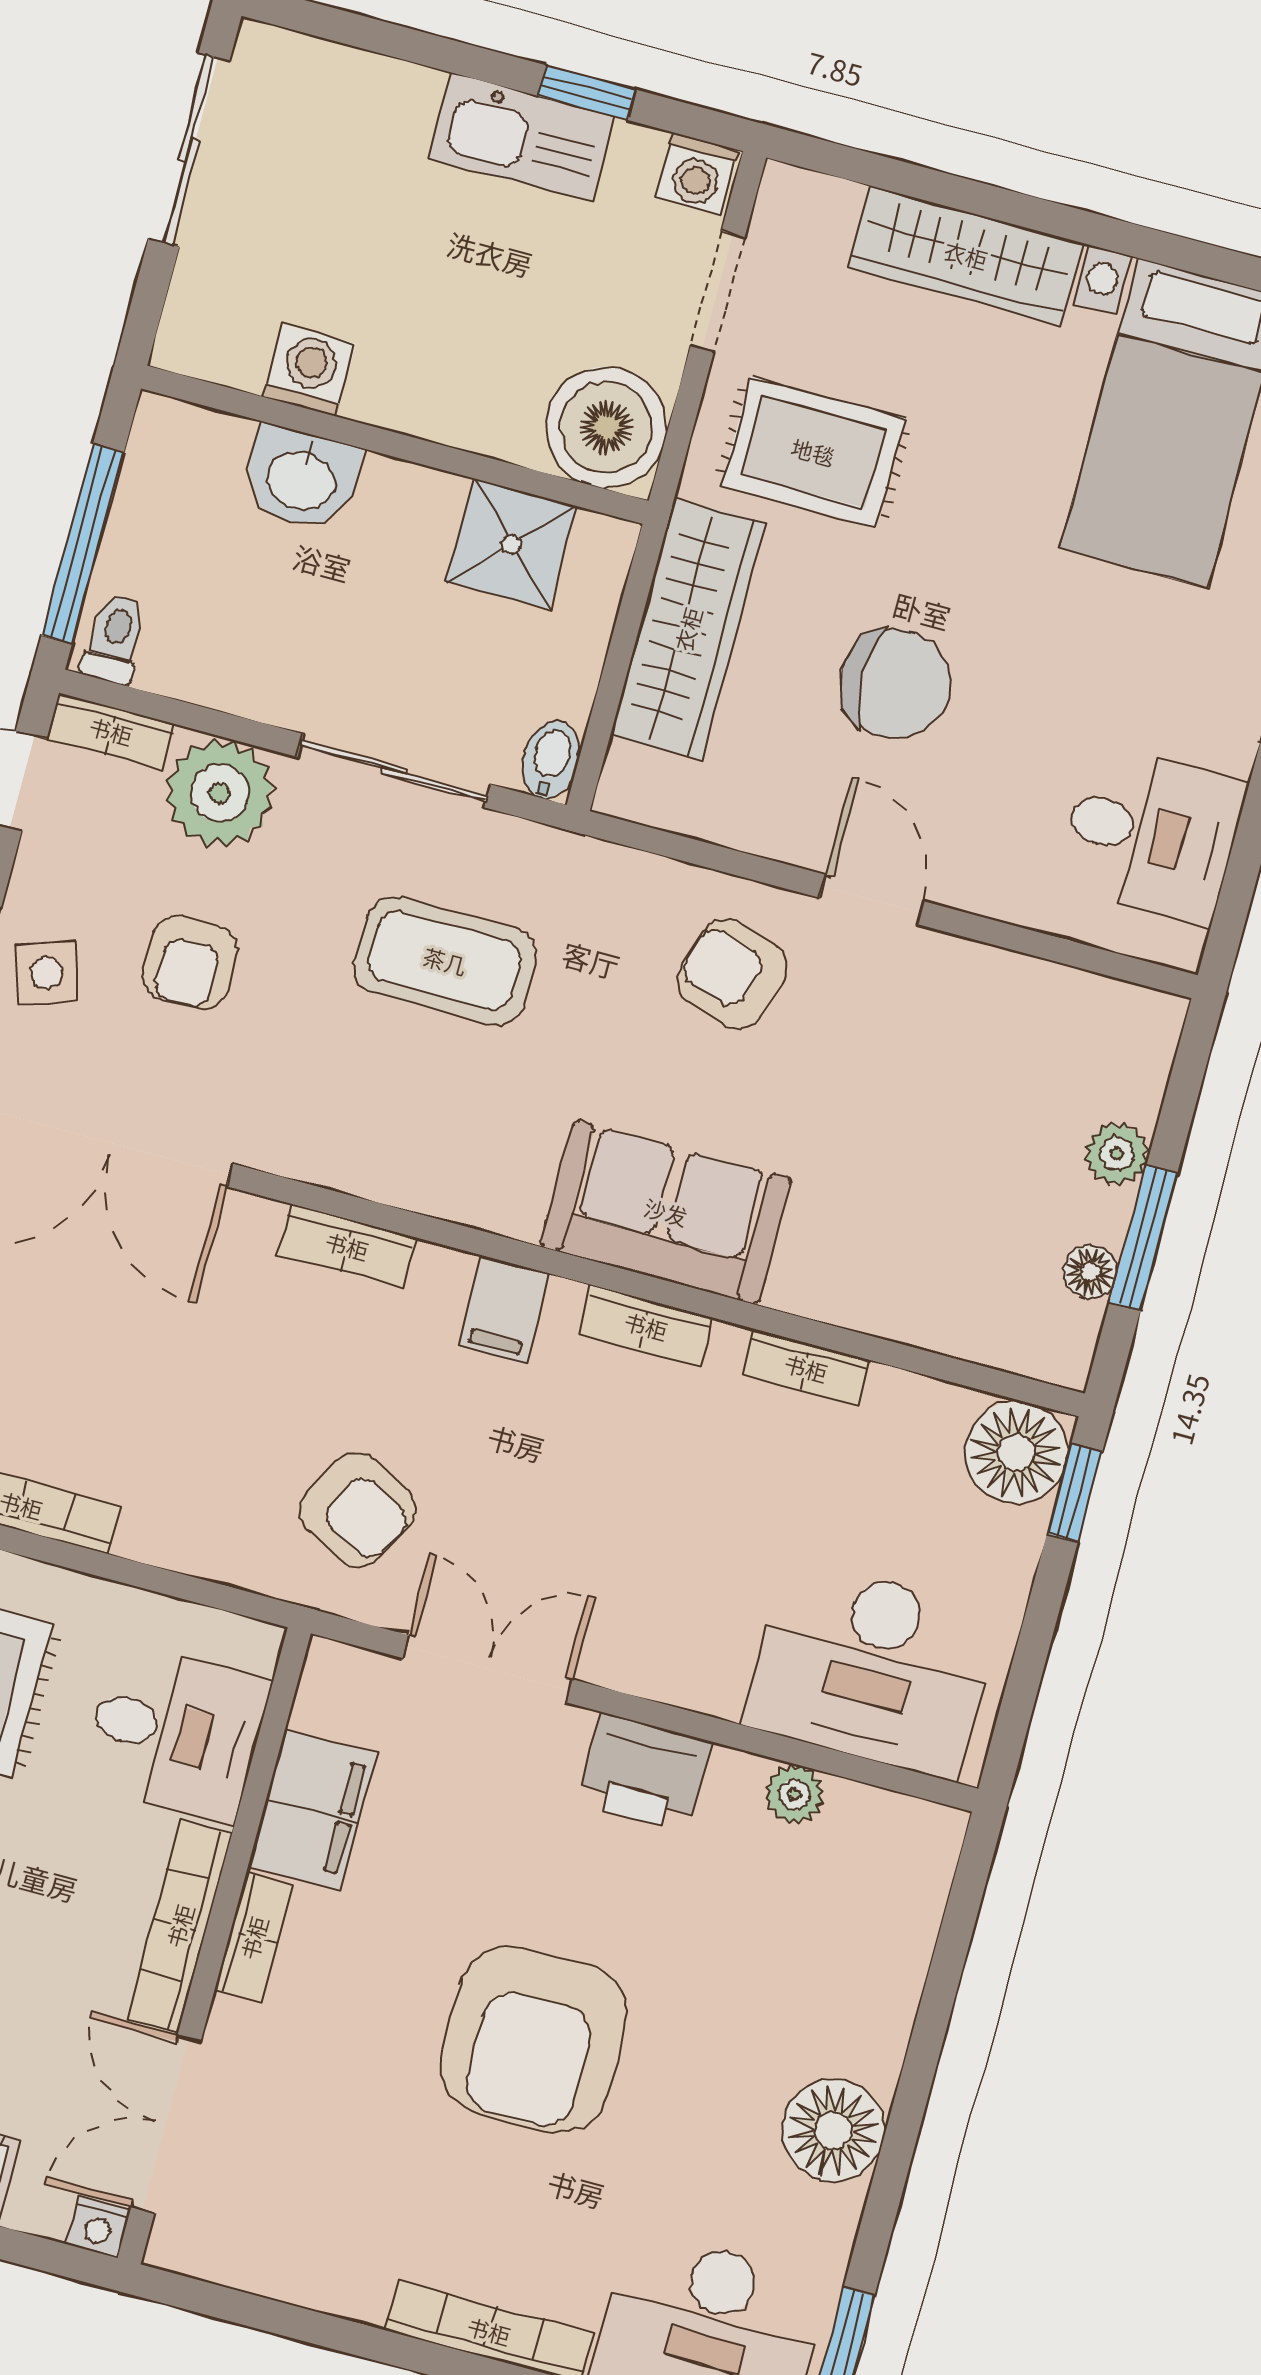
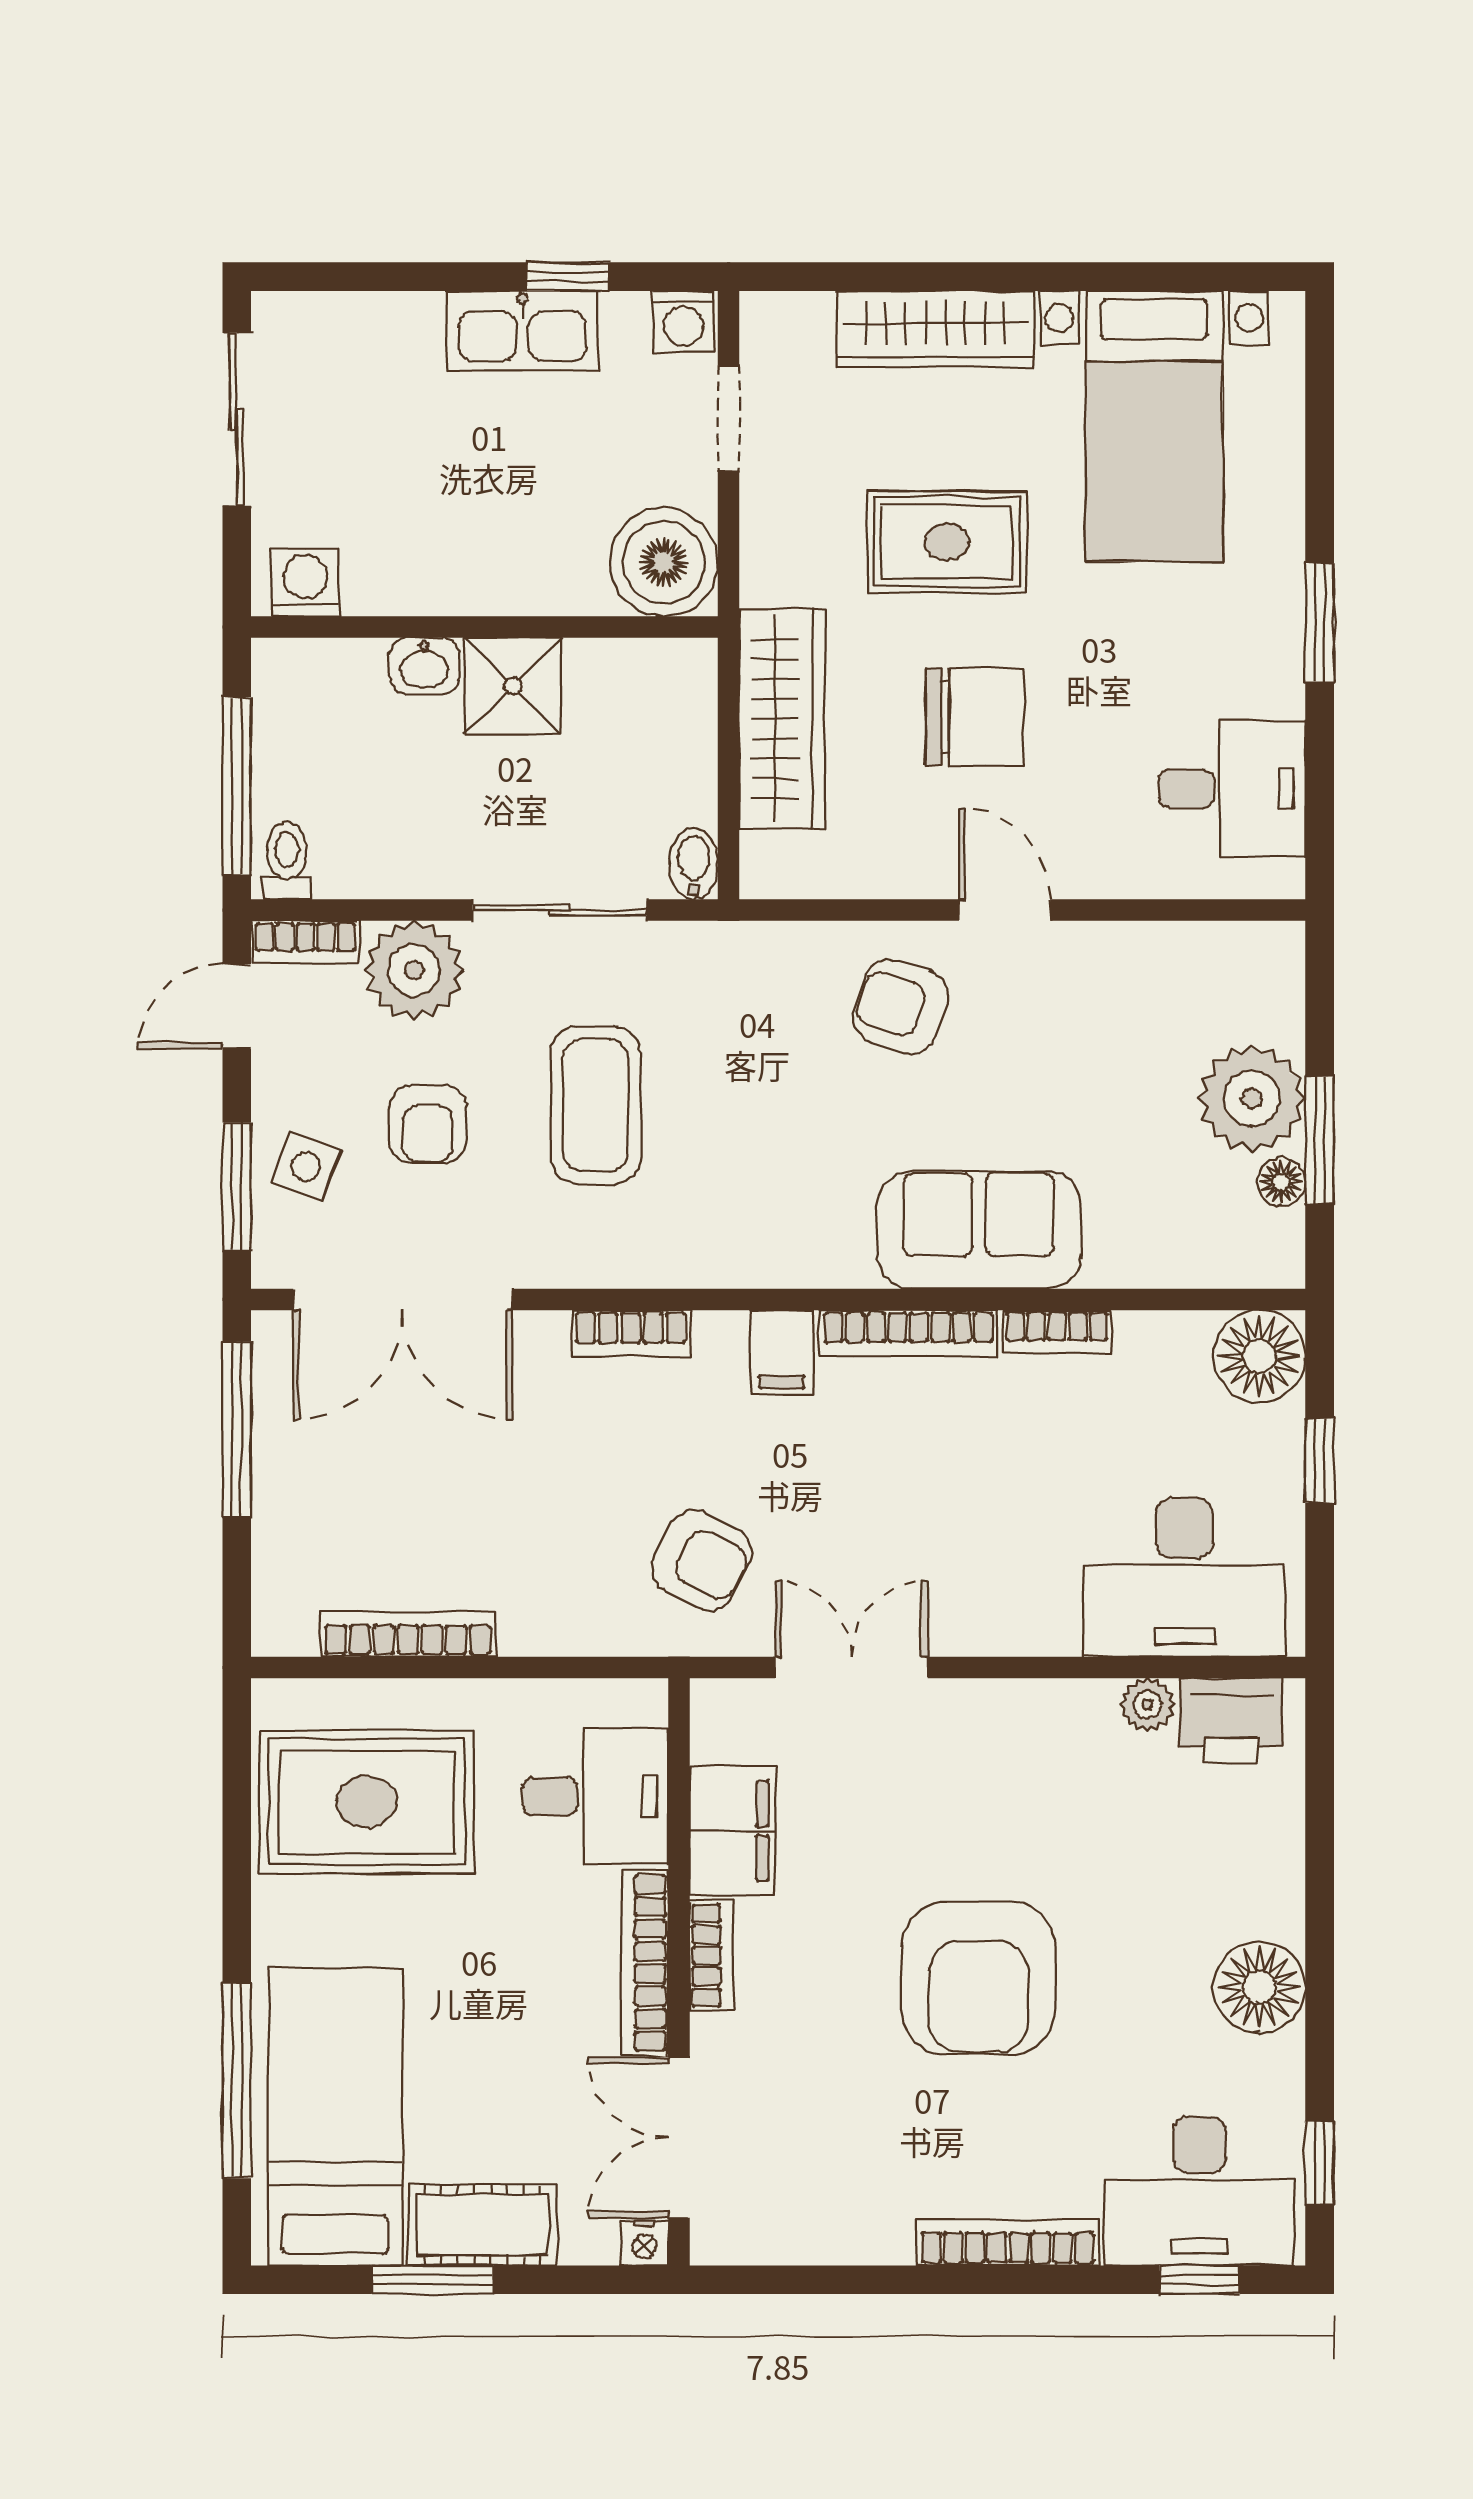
washing machine: (309, 370) -> (305, 582), moved
rug: (813, 452) -> (947, 542), moved
washbasin: (301, 479) -> (424, 666), width x0.72, depth x0.69
shower: (511, 544) -> (513, 686), moved
coffee table: (445, 961) -> (596, 1105), moved, turned 90
side table: (47, 972) -> (306, 1167), turned 38
plant: (1117, 1154) -> (1252, 1098), width x1.87, depth x1.87
sofa: (666, 1212) -> (979, 1230), moved
bookcase: (646, 1326) -> (908, 1333), width x1.56
window: (1075, 1493) -> (1320, 1461), moved
printer: (645, 1772) -> (1231, 1721), moved

